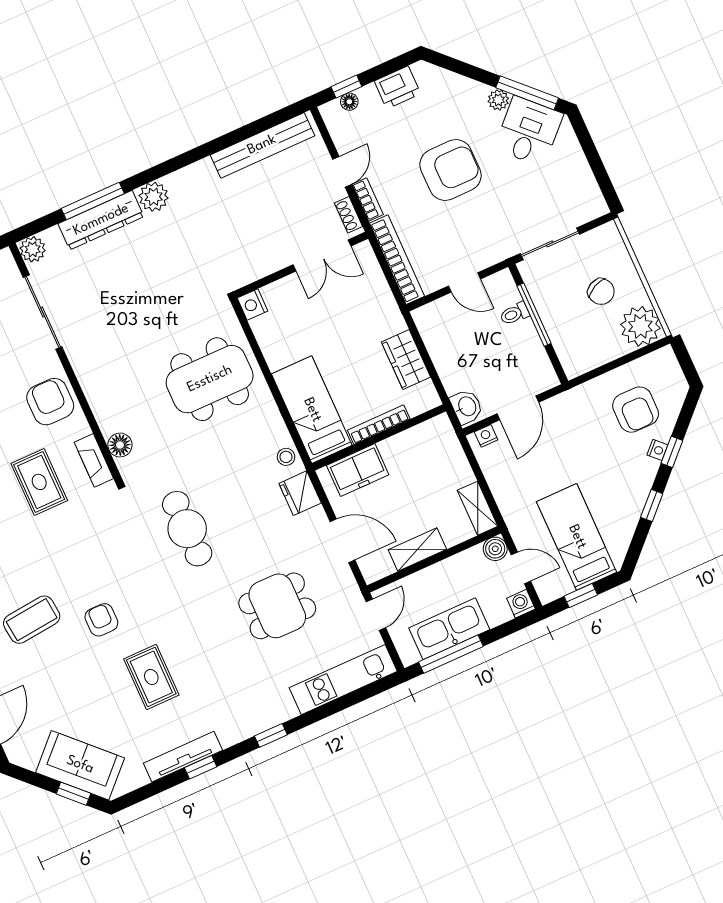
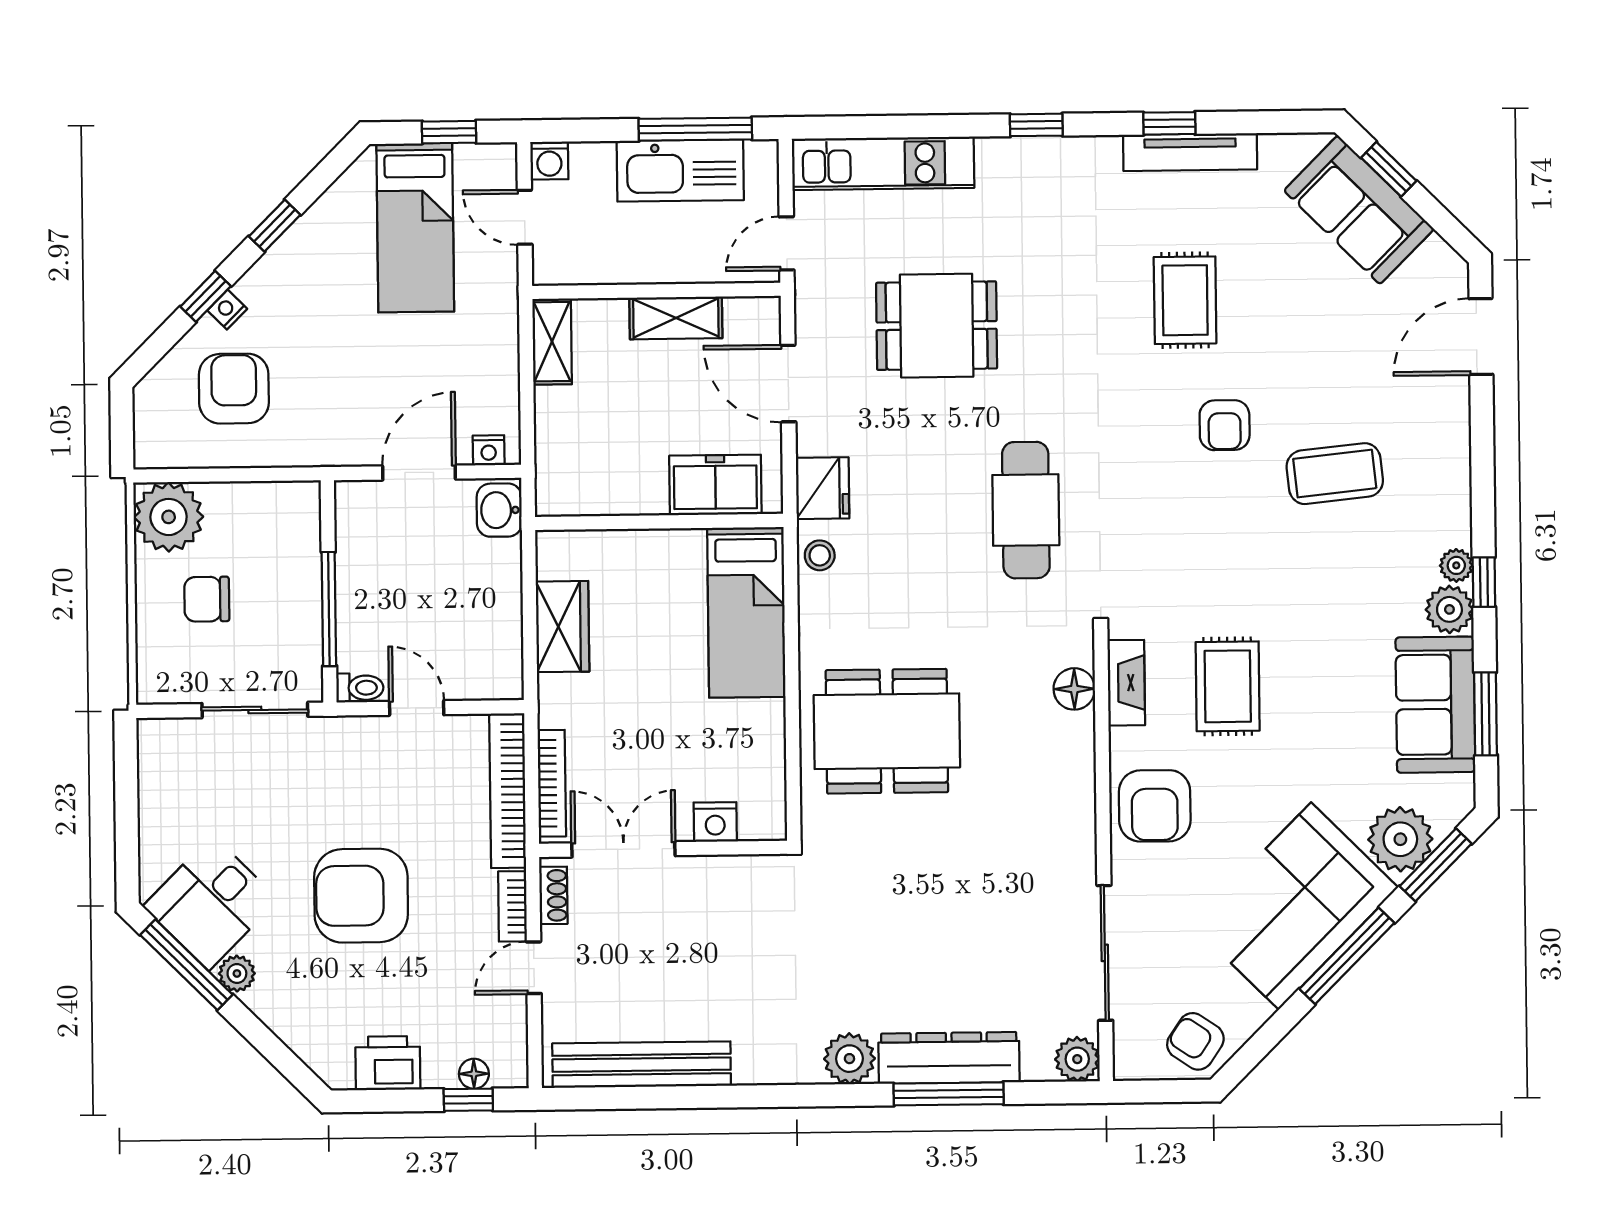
chair: (601, 292) -> (207, 599), turned -64
nightstand: (252, 305) -> (715, 822), moved, turned 90
toilet: (514, 314) -> (360, 688), moved
bookcase: (379, 425) -> (552, 783), moved, turned -90
boiler: (495, 549) -> (552, 265), removed

